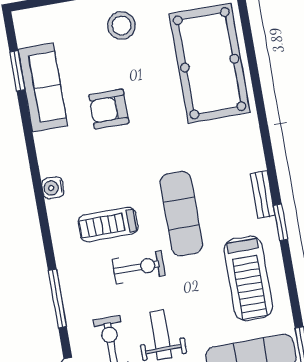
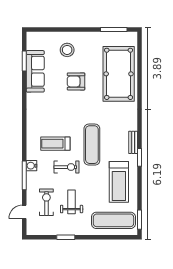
stool: (121, 26) -> (67, 50), moved
armchair: (109, 109) -> (76, 81), moved
water cooler: (53, 188) -> (32, 166), moved

